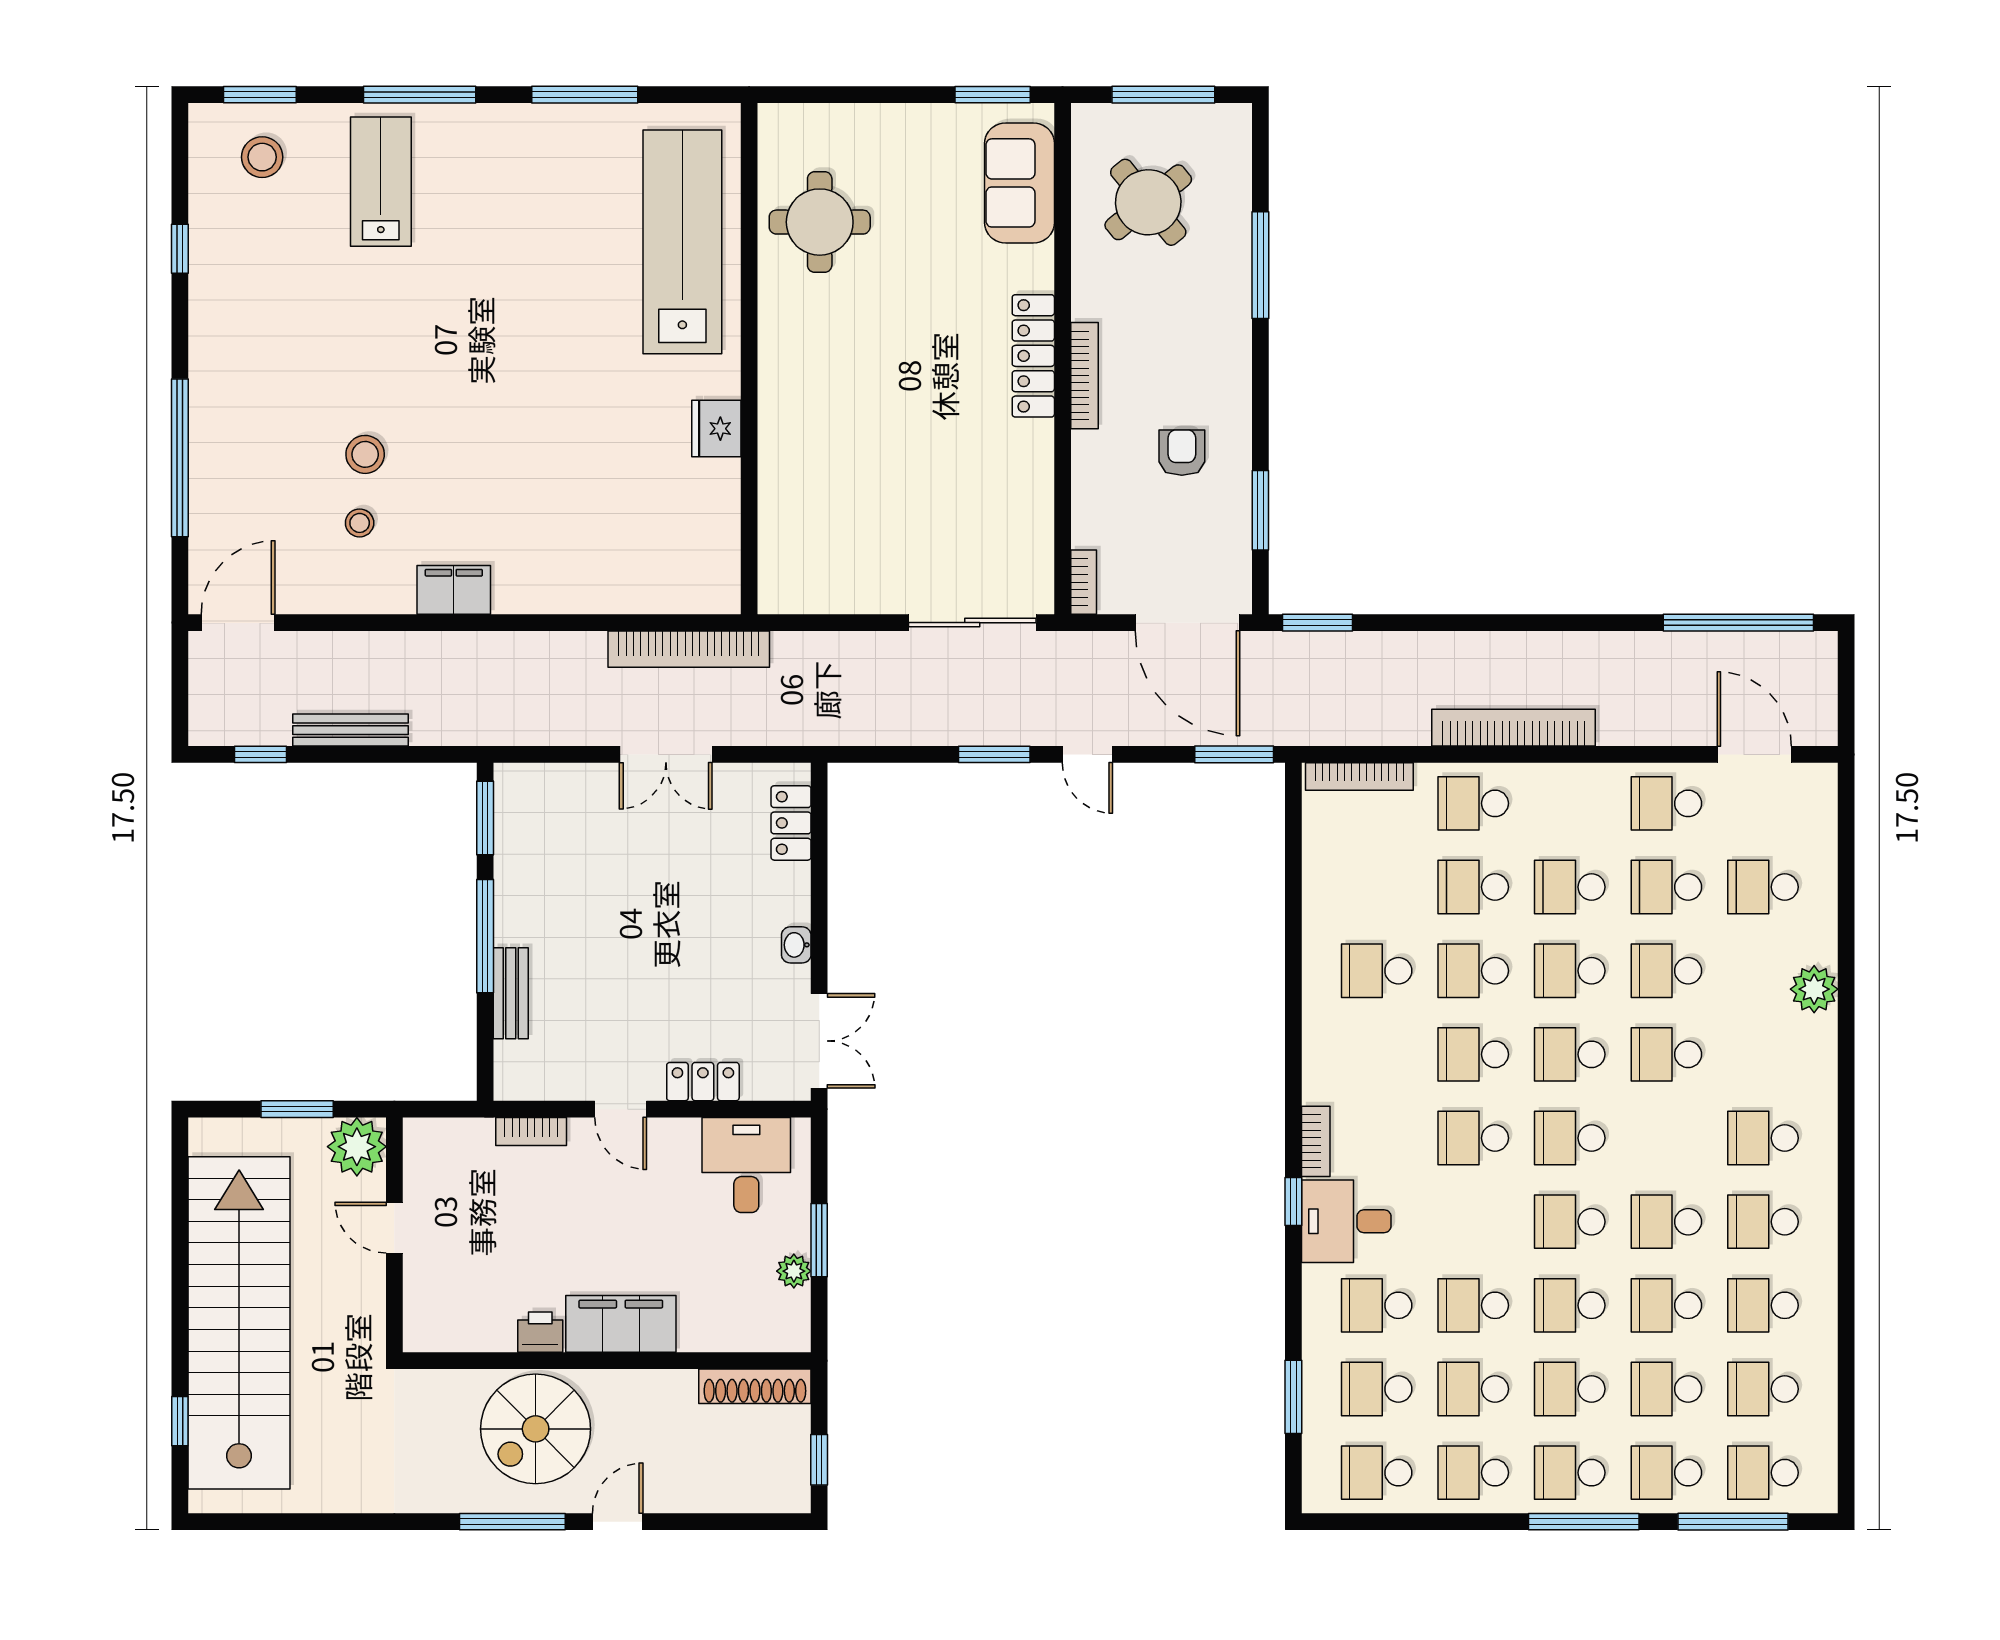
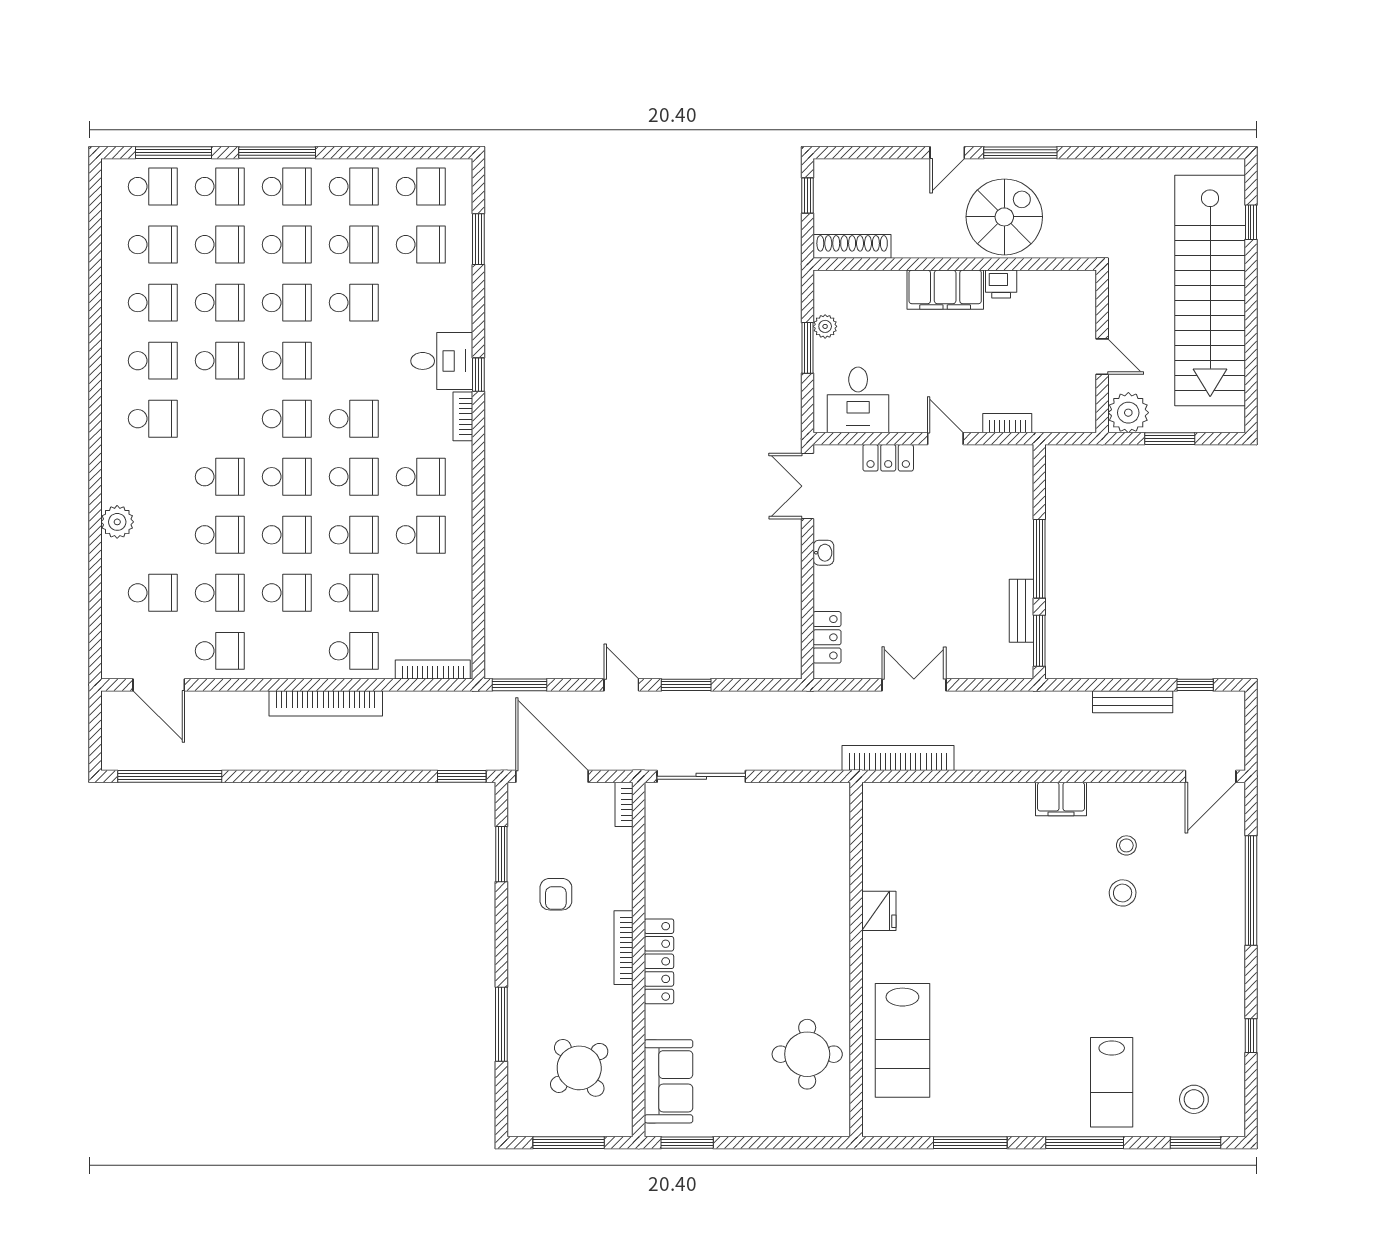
lab bench: (682, 242) -> (902, 1040), width x0.73
bench: (511, 993) -> (1021, 611), moved
school desk: (1377, 1305) -> (421, 477), moved

